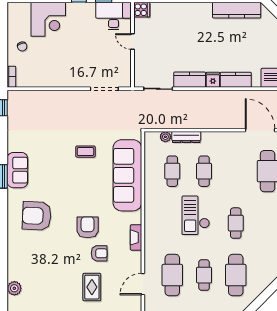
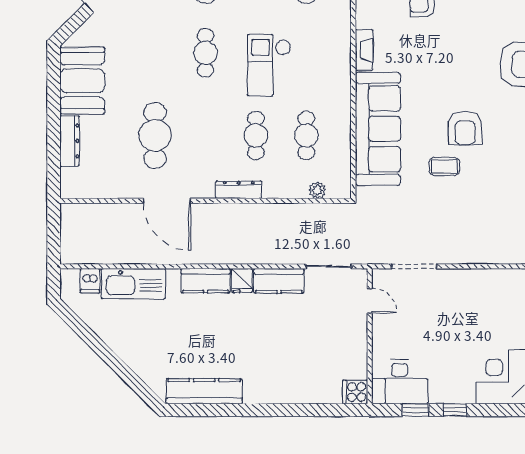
door: (132, 42) -> (370, 301), moved
dresser: (186, 137) -> (239, 190), moved
checkout: (196, 215) -> (269, 65), turned 180
armchair: (88, 227) -> (465, 128), moved
fireplace: (136, 237) -> (364, 50), moved

